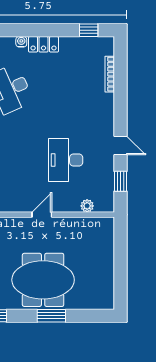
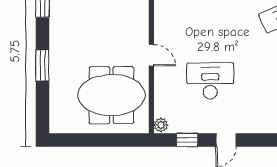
plant: (87, 206) -> (161, 125), moved
meeting table: (43, 280) -> (111, 95), moved, turned 90

